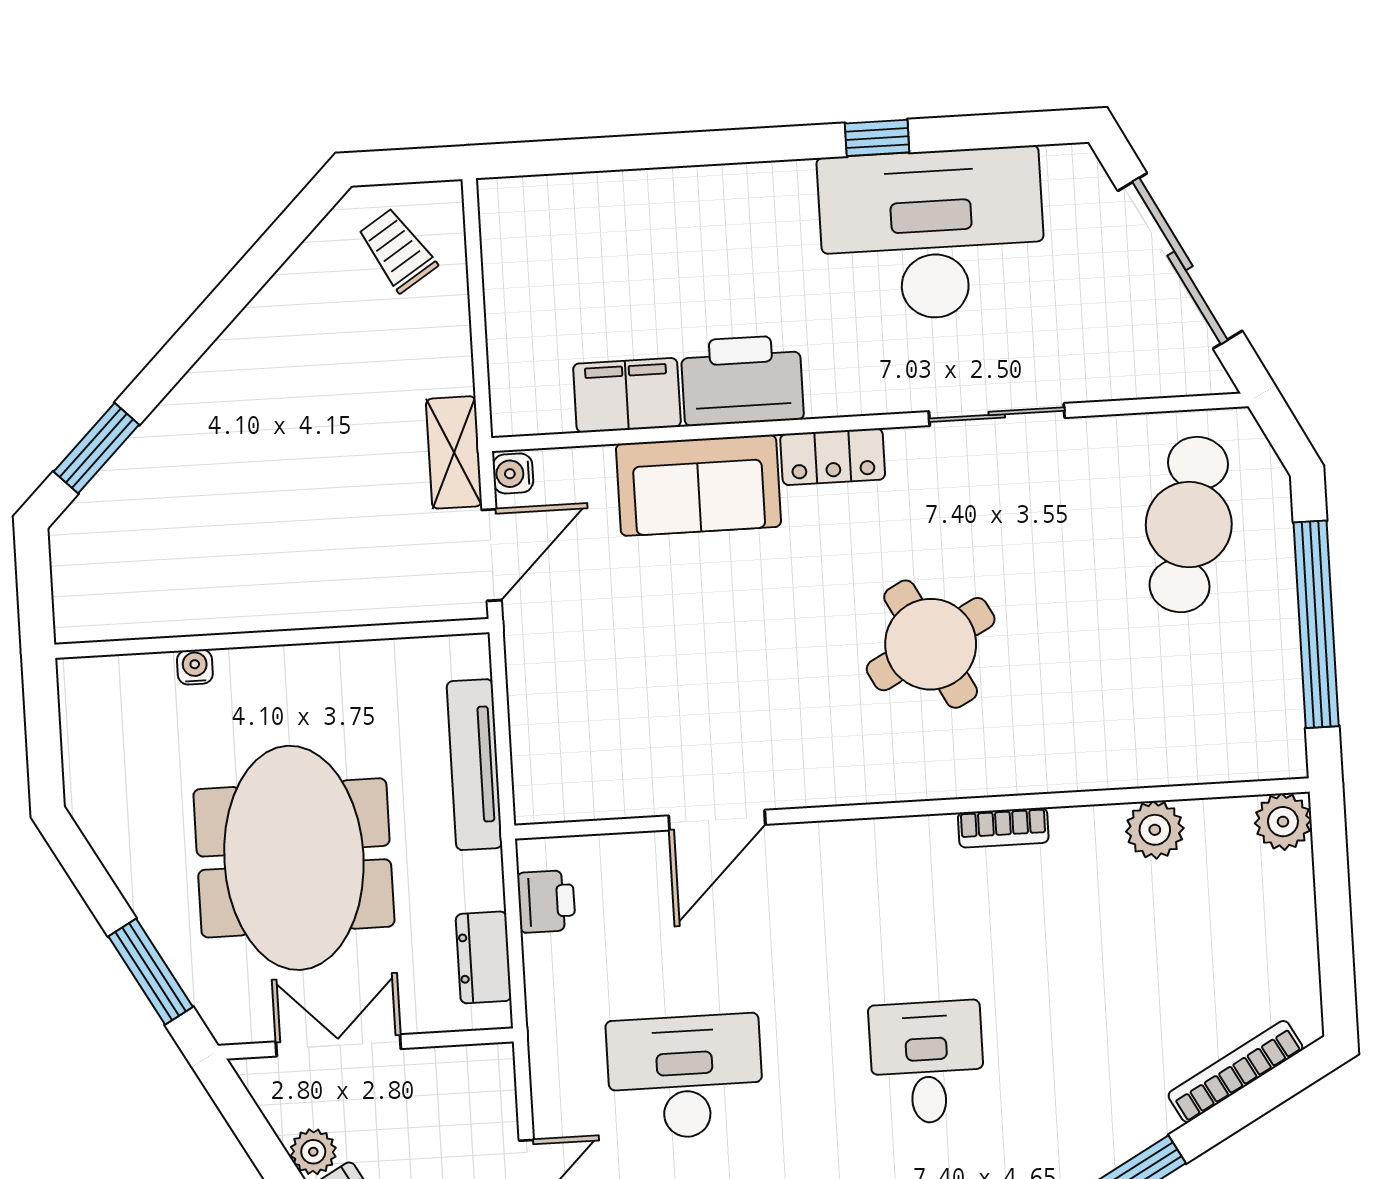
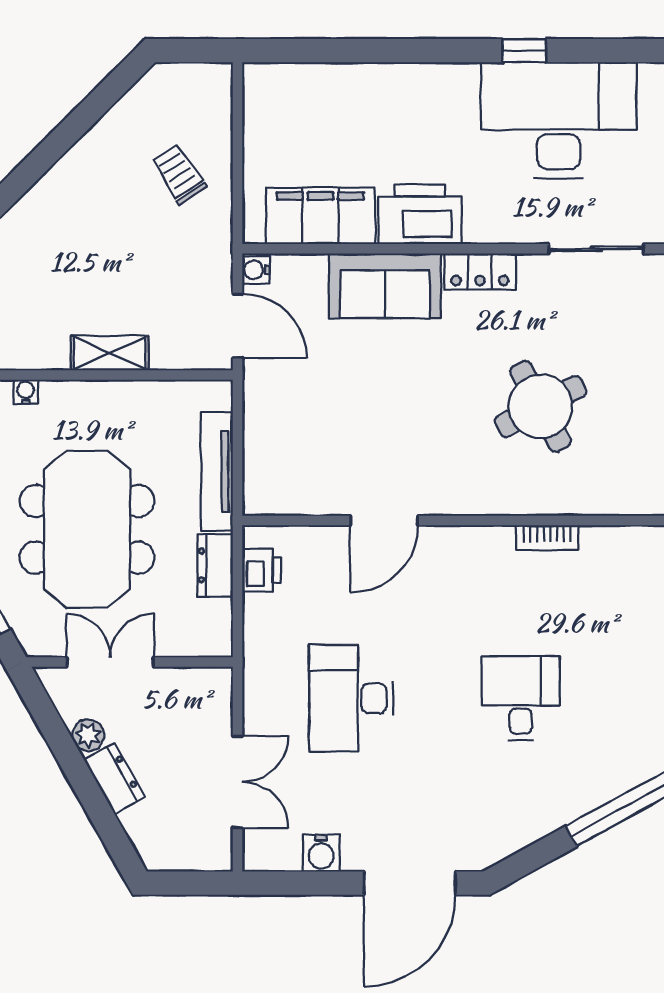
trolley: (397, 250) -> (179, 174), moved
filing cabinet: (627, 395) -> (321, 216), width x1.50, depth x1.17
shelving: (454, 452) -> (110, 353), moved, turned 90
door: (492, 555) -> (238, 326), hinge flipped
bookcase: (1003, 828) -> (547, 538), moved
dresser: (484, 957) -> (215, 565), moved
desk: (685, 1077) -> (351, 698), turned -90

